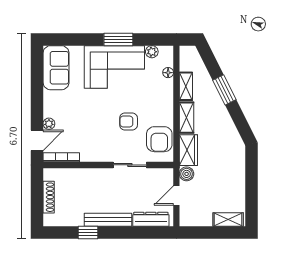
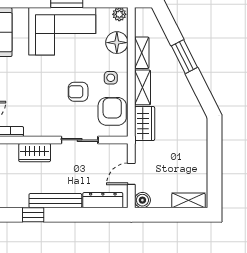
plant: (152, 52) -> (119, 14), moved
floor lamp: (168, 73) -> (117, 43), width x1.89, depth x1.89
side table: (158, 109) -> (111, 78), added
armchair: (159, 139) -> (112, 111), turned 180
boiler: (187, 174) -> (142, 200), moved
wardrobe: (89, 176) -> (35, 153), added

